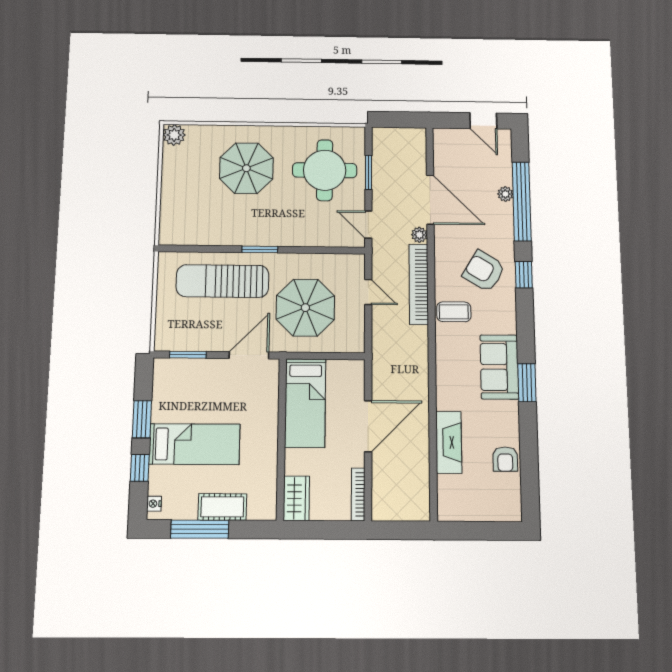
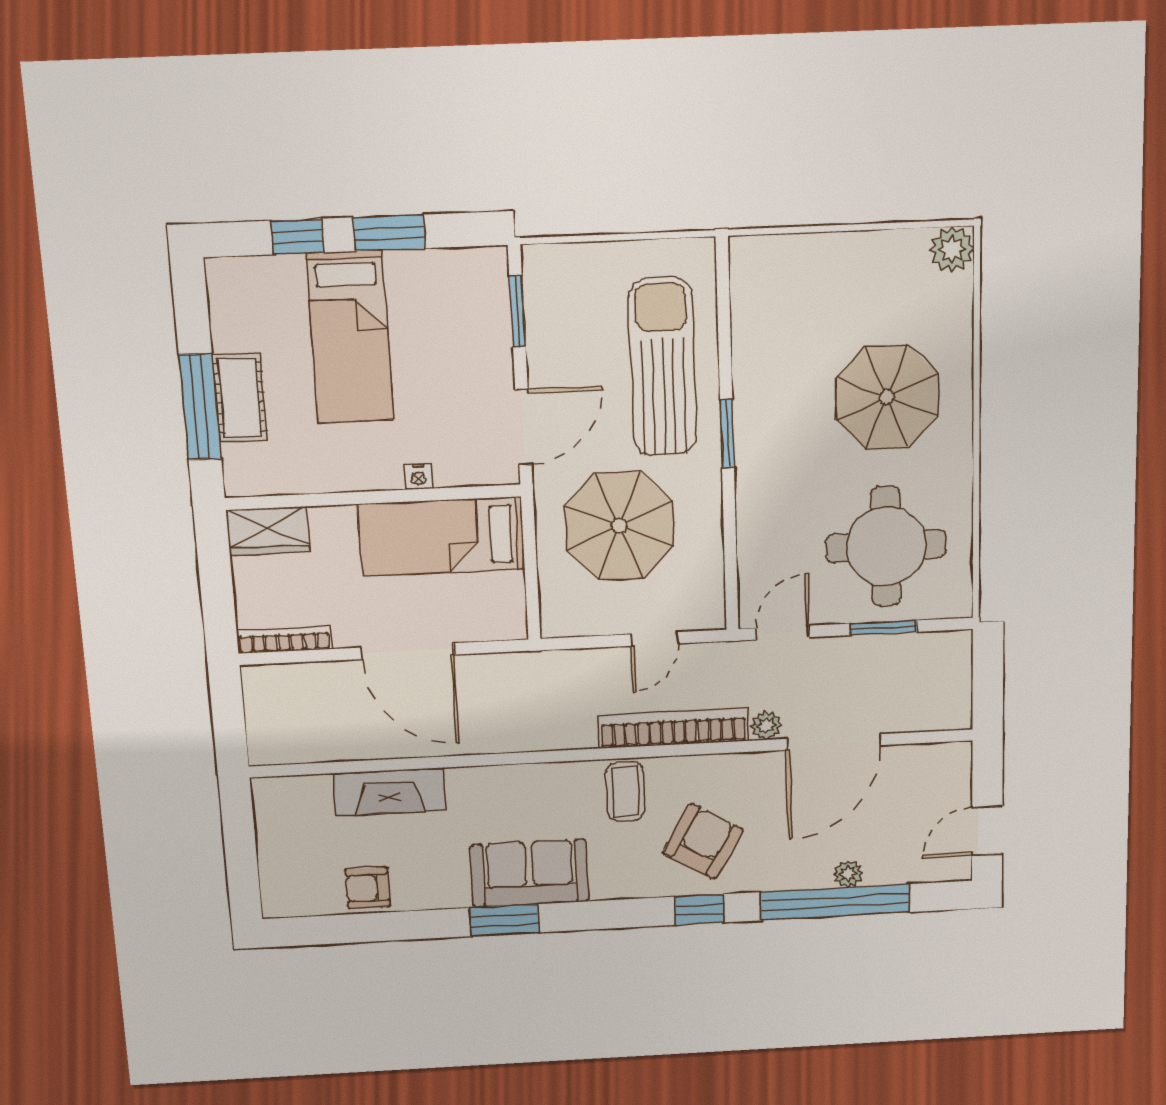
door: (249, 355) -> (523, 427), hinge flipped
nightstand: (154, 504) -> (418, 477), moved, turned 180
window: (200, 529) -> (200, 407), moved

